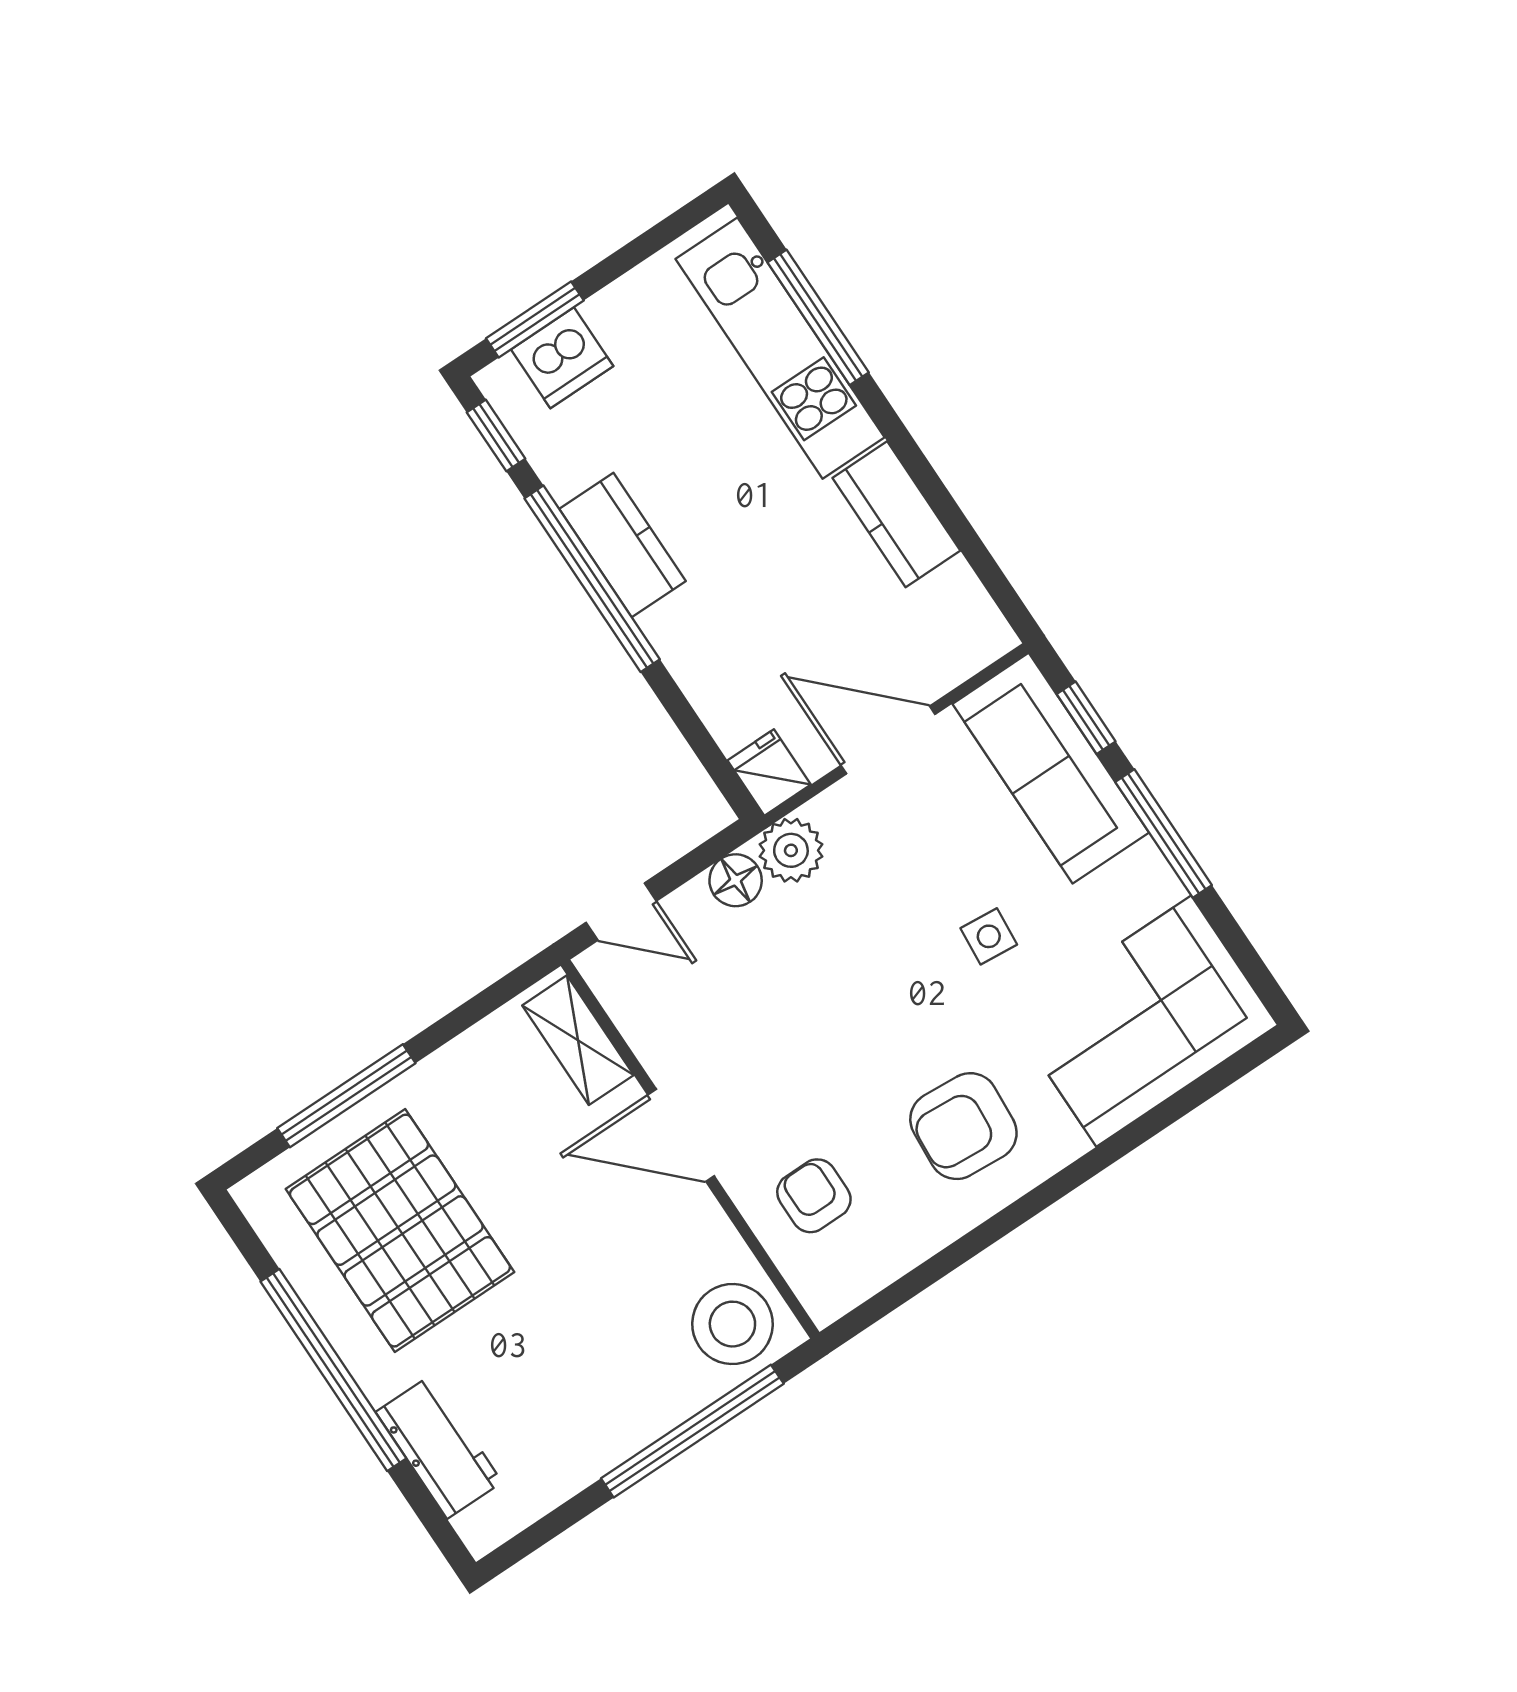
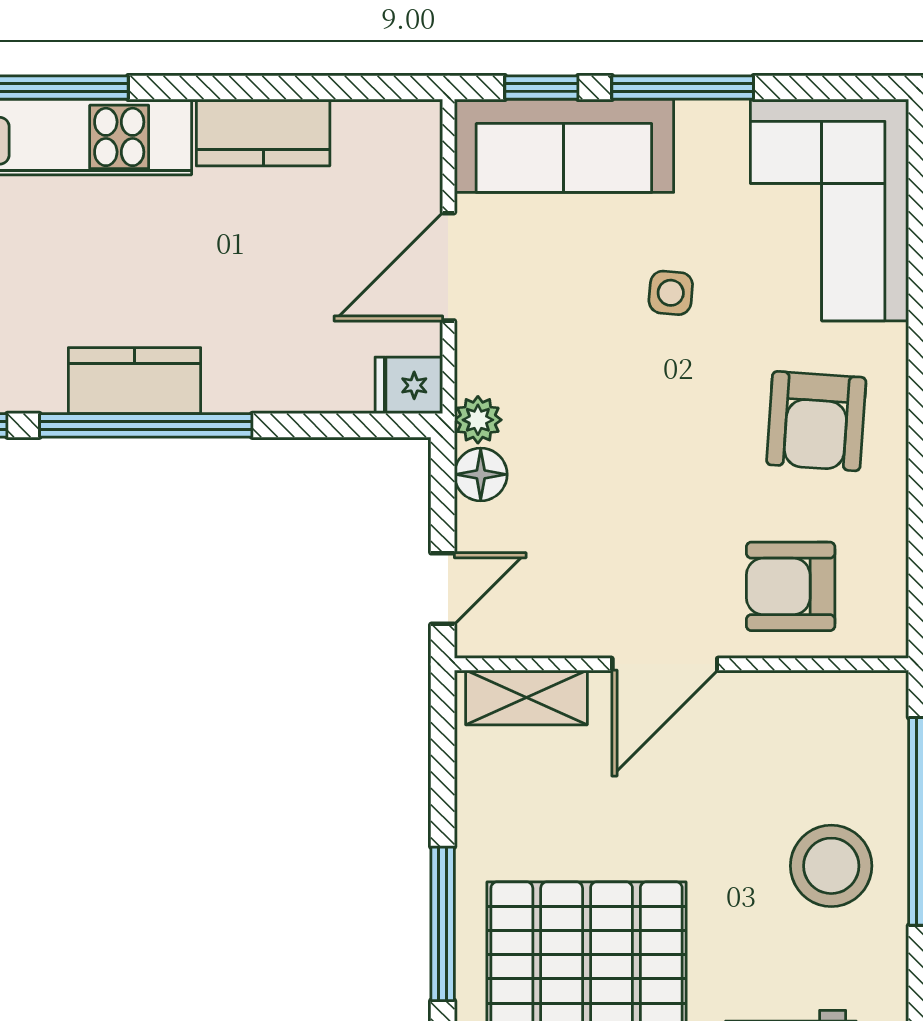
plant: (791, 850) -> (478, 420), width x0.73, depth x0.73
armchair: (814, 1196) -> (791, 586), width x1.38, depth x1.38
stool: (732, 1324) -> (831, 866), moved

